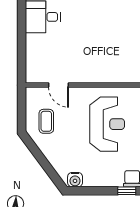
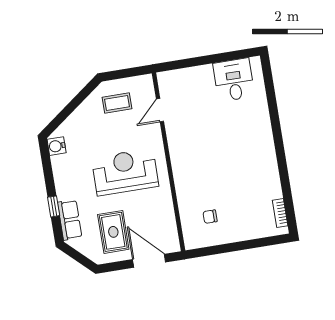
reception desk: (107, 124) -> (125, 172), turned 180

